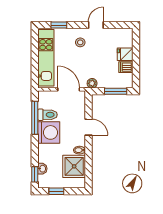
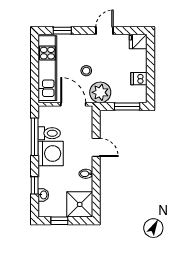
stool: (80, 42) -> (86, 71), moved
fridge: (125, 54) -> (138, 42), moved
plant: (92, 83) -> (100, 92), width x1.88, depth x1.88
shower: (74, 166) -> (80, 204), moved
window: (35, 174) -> (35, 185), moved

